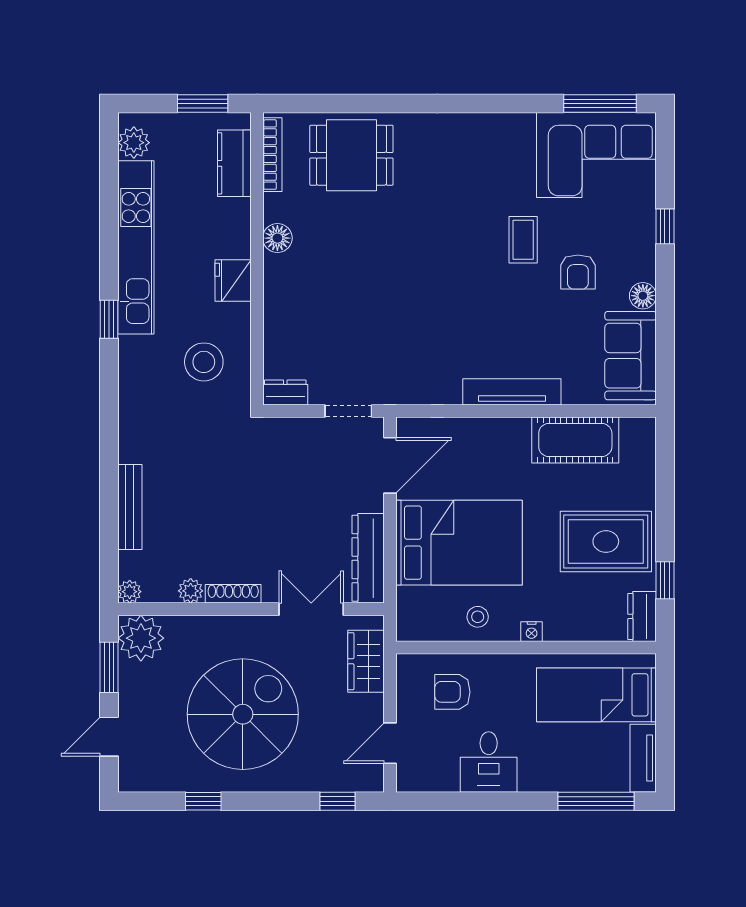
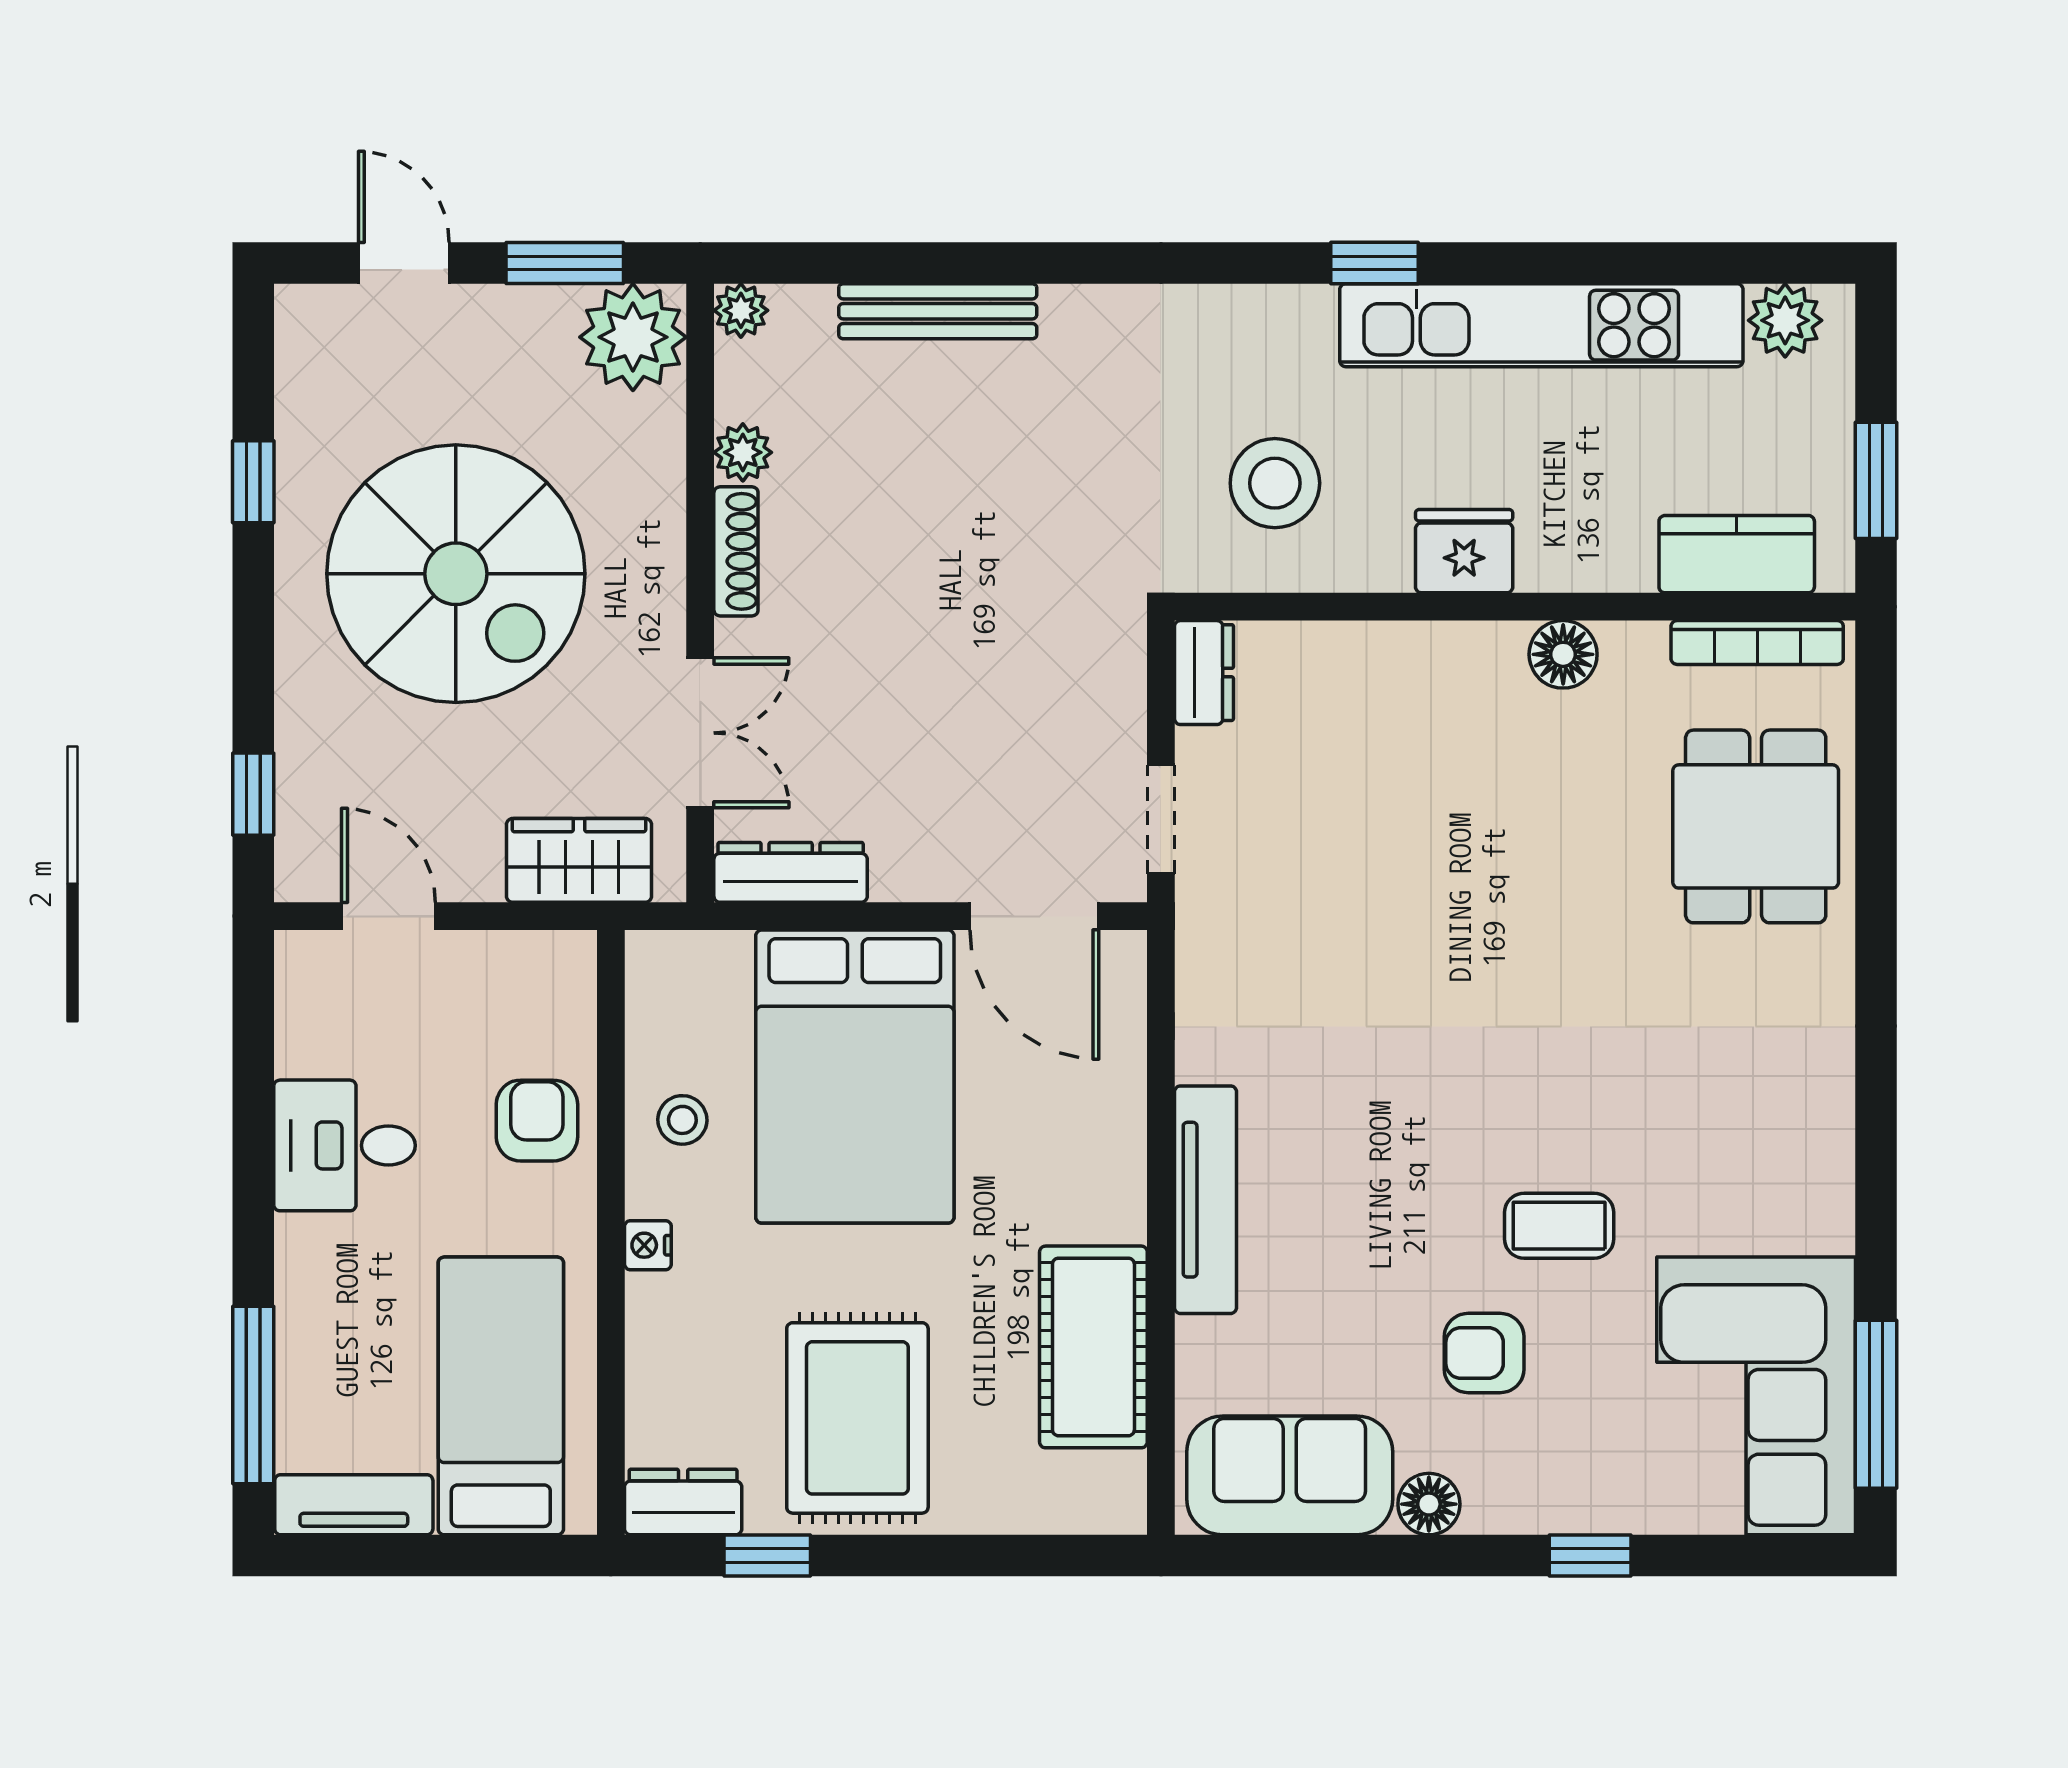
dresser: (368, 558) -> (791, 872), width x0.73, depth x0.80
armchair: (452, 692) -> (537, 1121), moved

